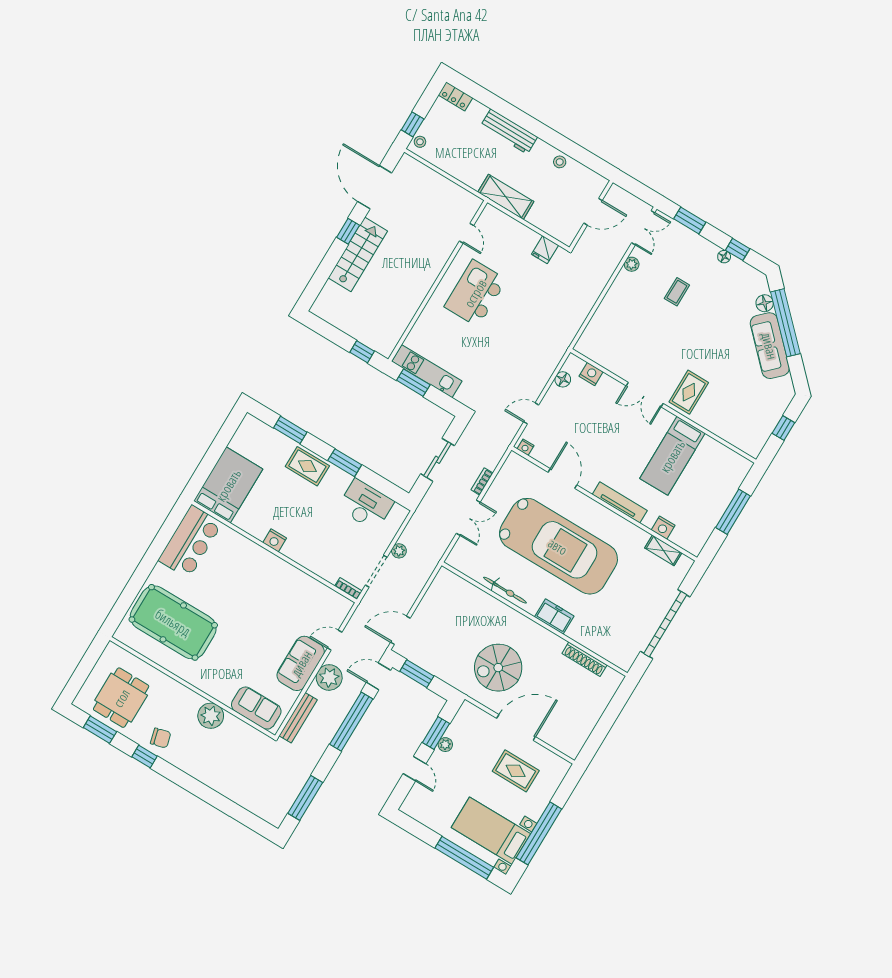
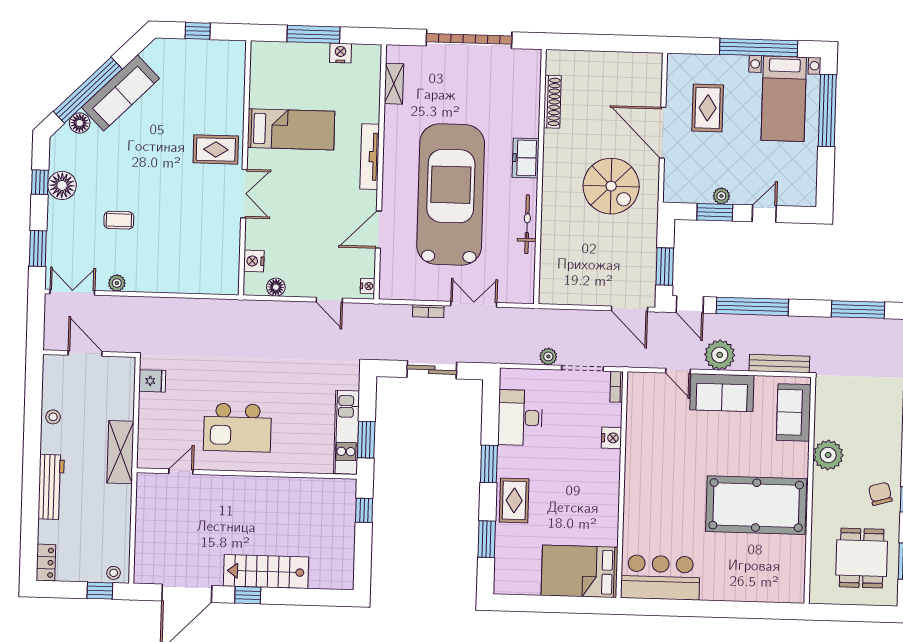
floor lamp: (724, 257) -> (62, 185), width x1.89, depth x1.89
nightstand: (663, 528) -> (340, 53), moved, turned -90
nightstand: (275, 540) -> (611, 438), moved
pool table: (173, 622) -> (756, 505), moved, turned 90
dining table: (121, 698) -> (862, 558), turned 90

